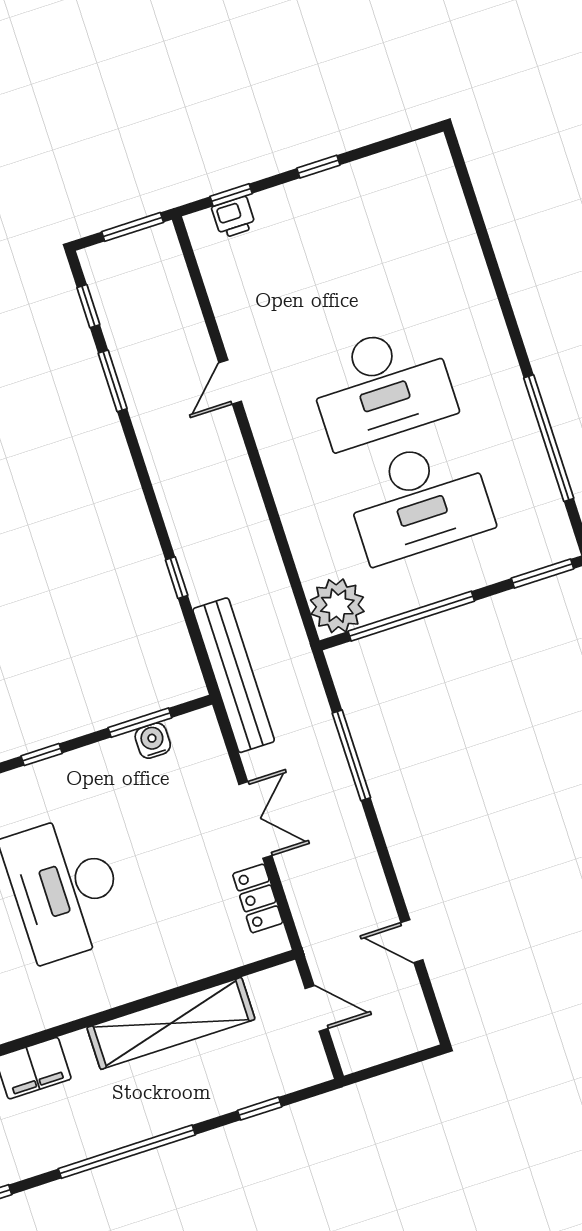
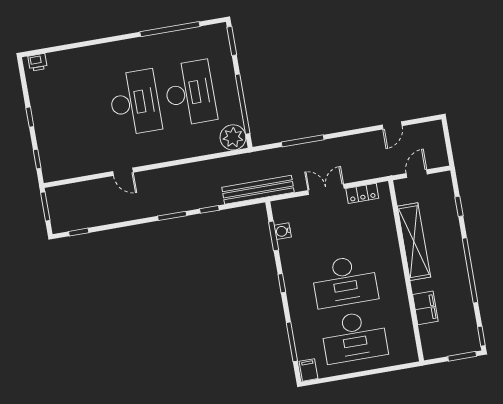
printer: (234, 217) -> (38, 62), moved, turned 90
window: (113, 381) -> (172, 216), moved

